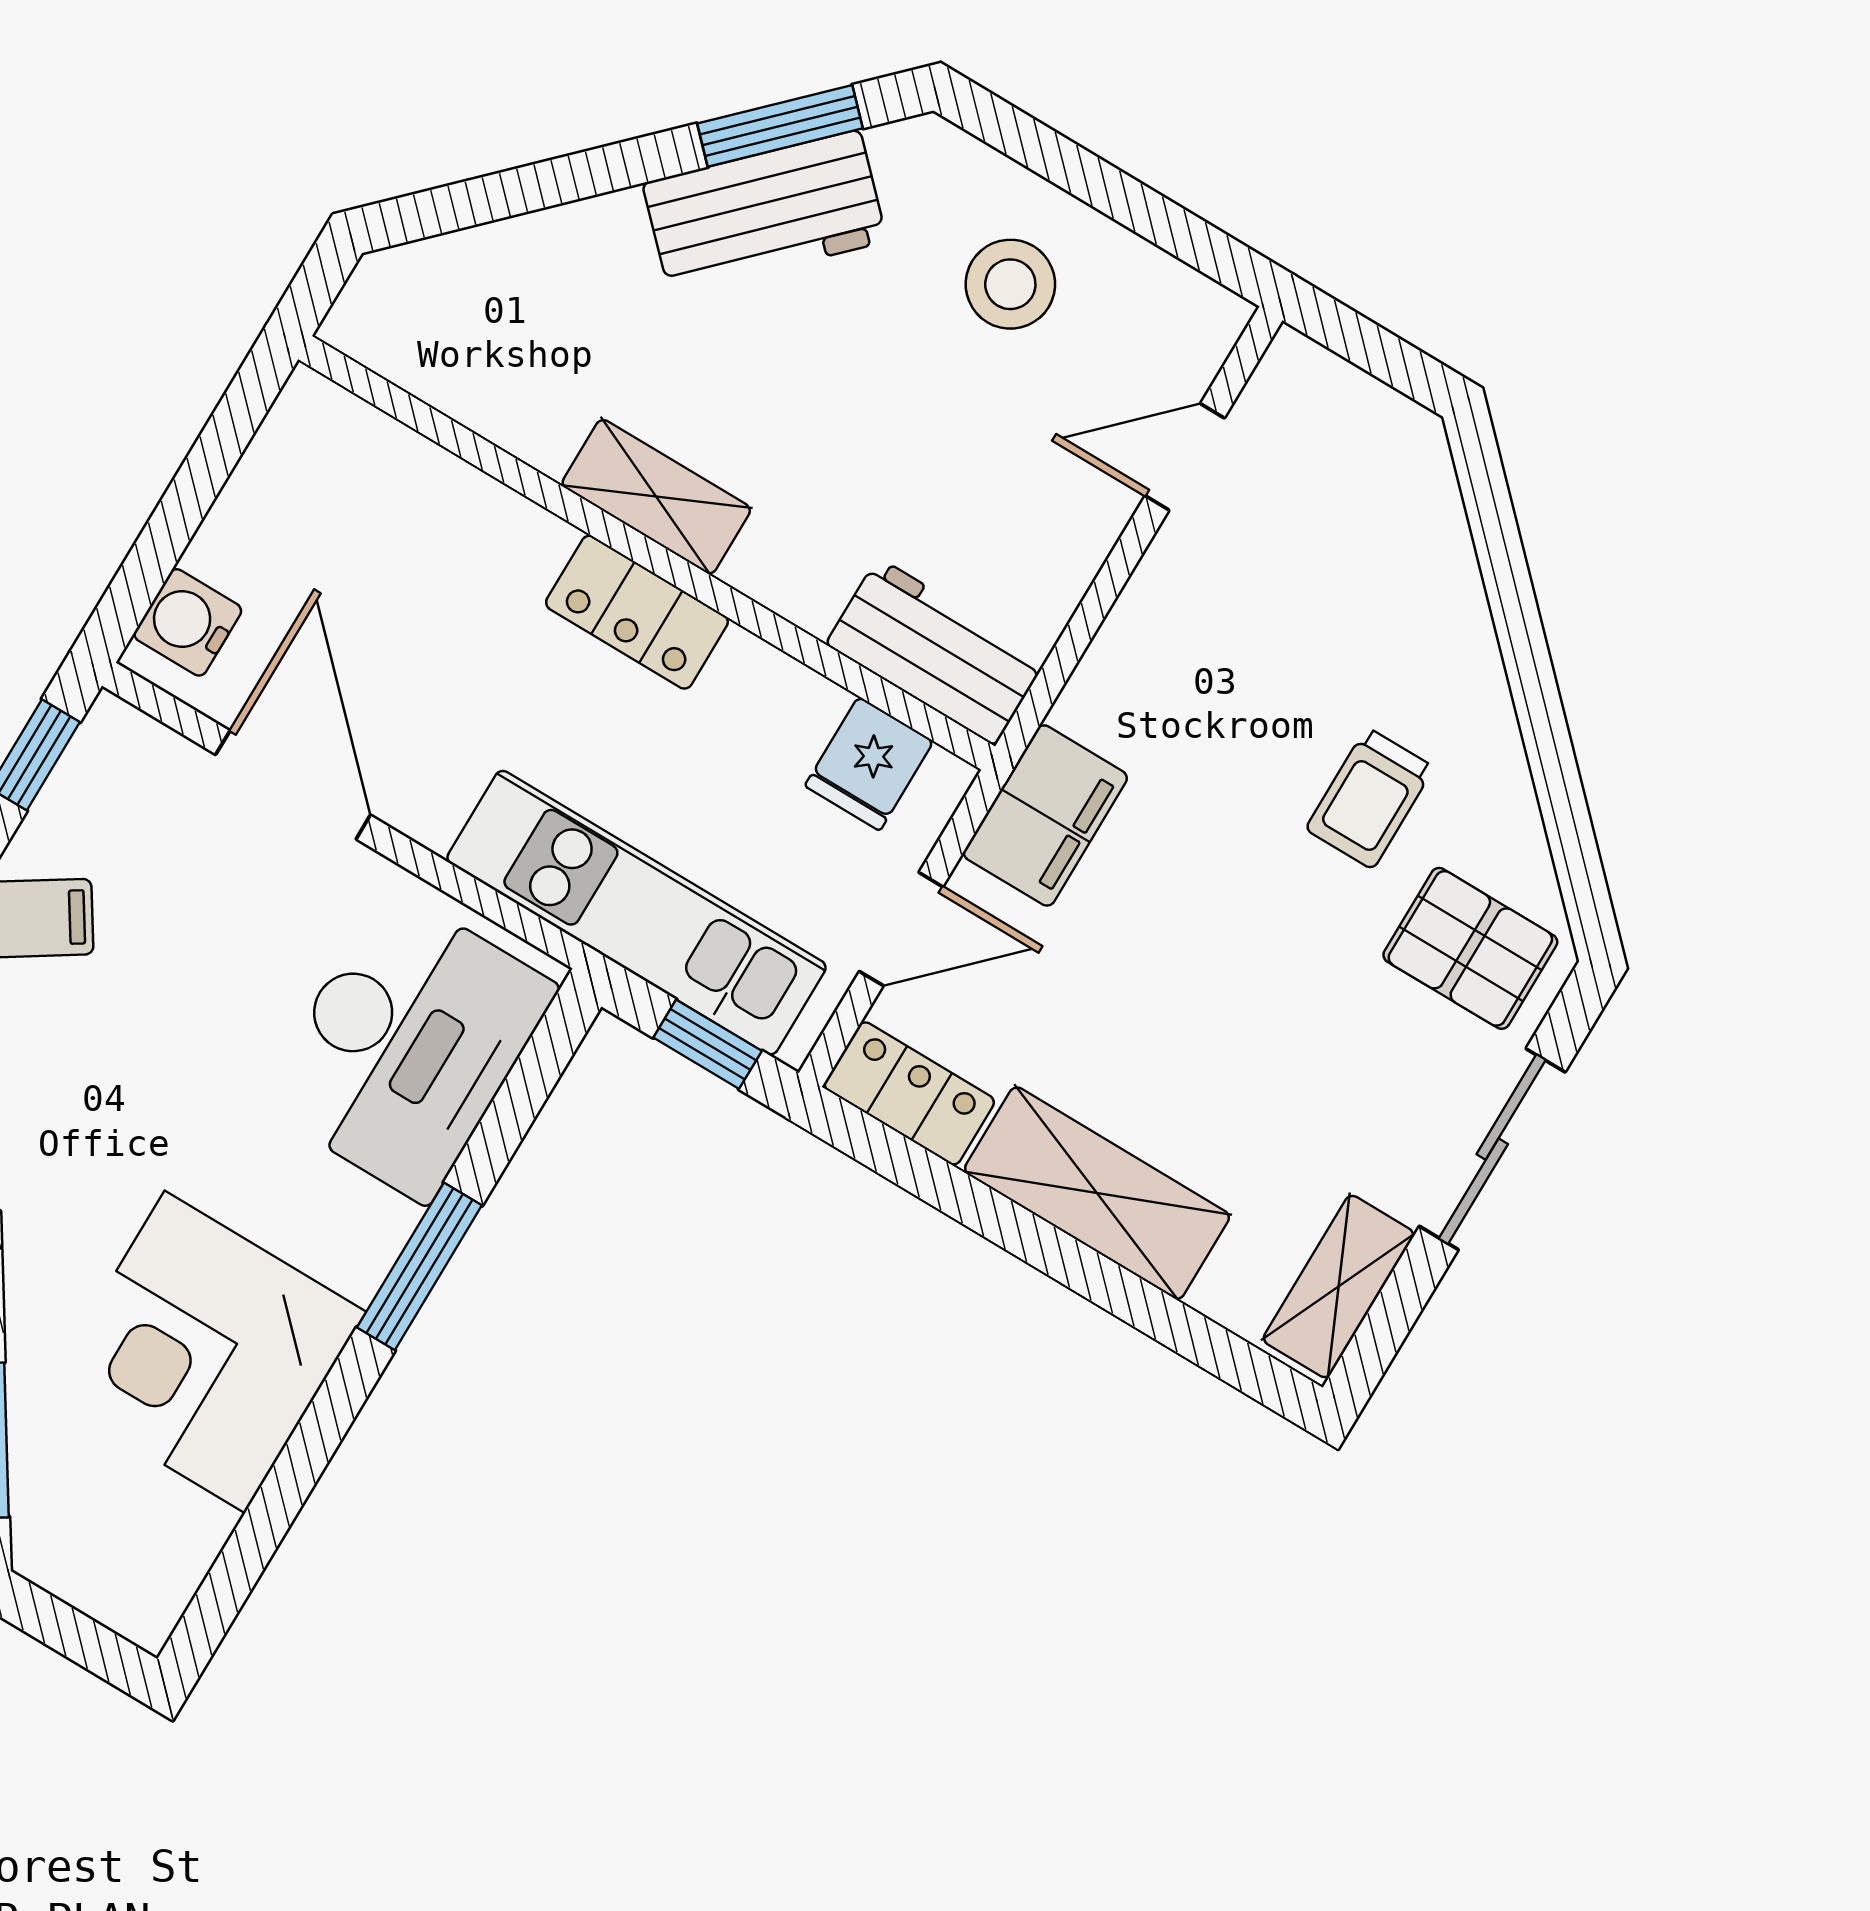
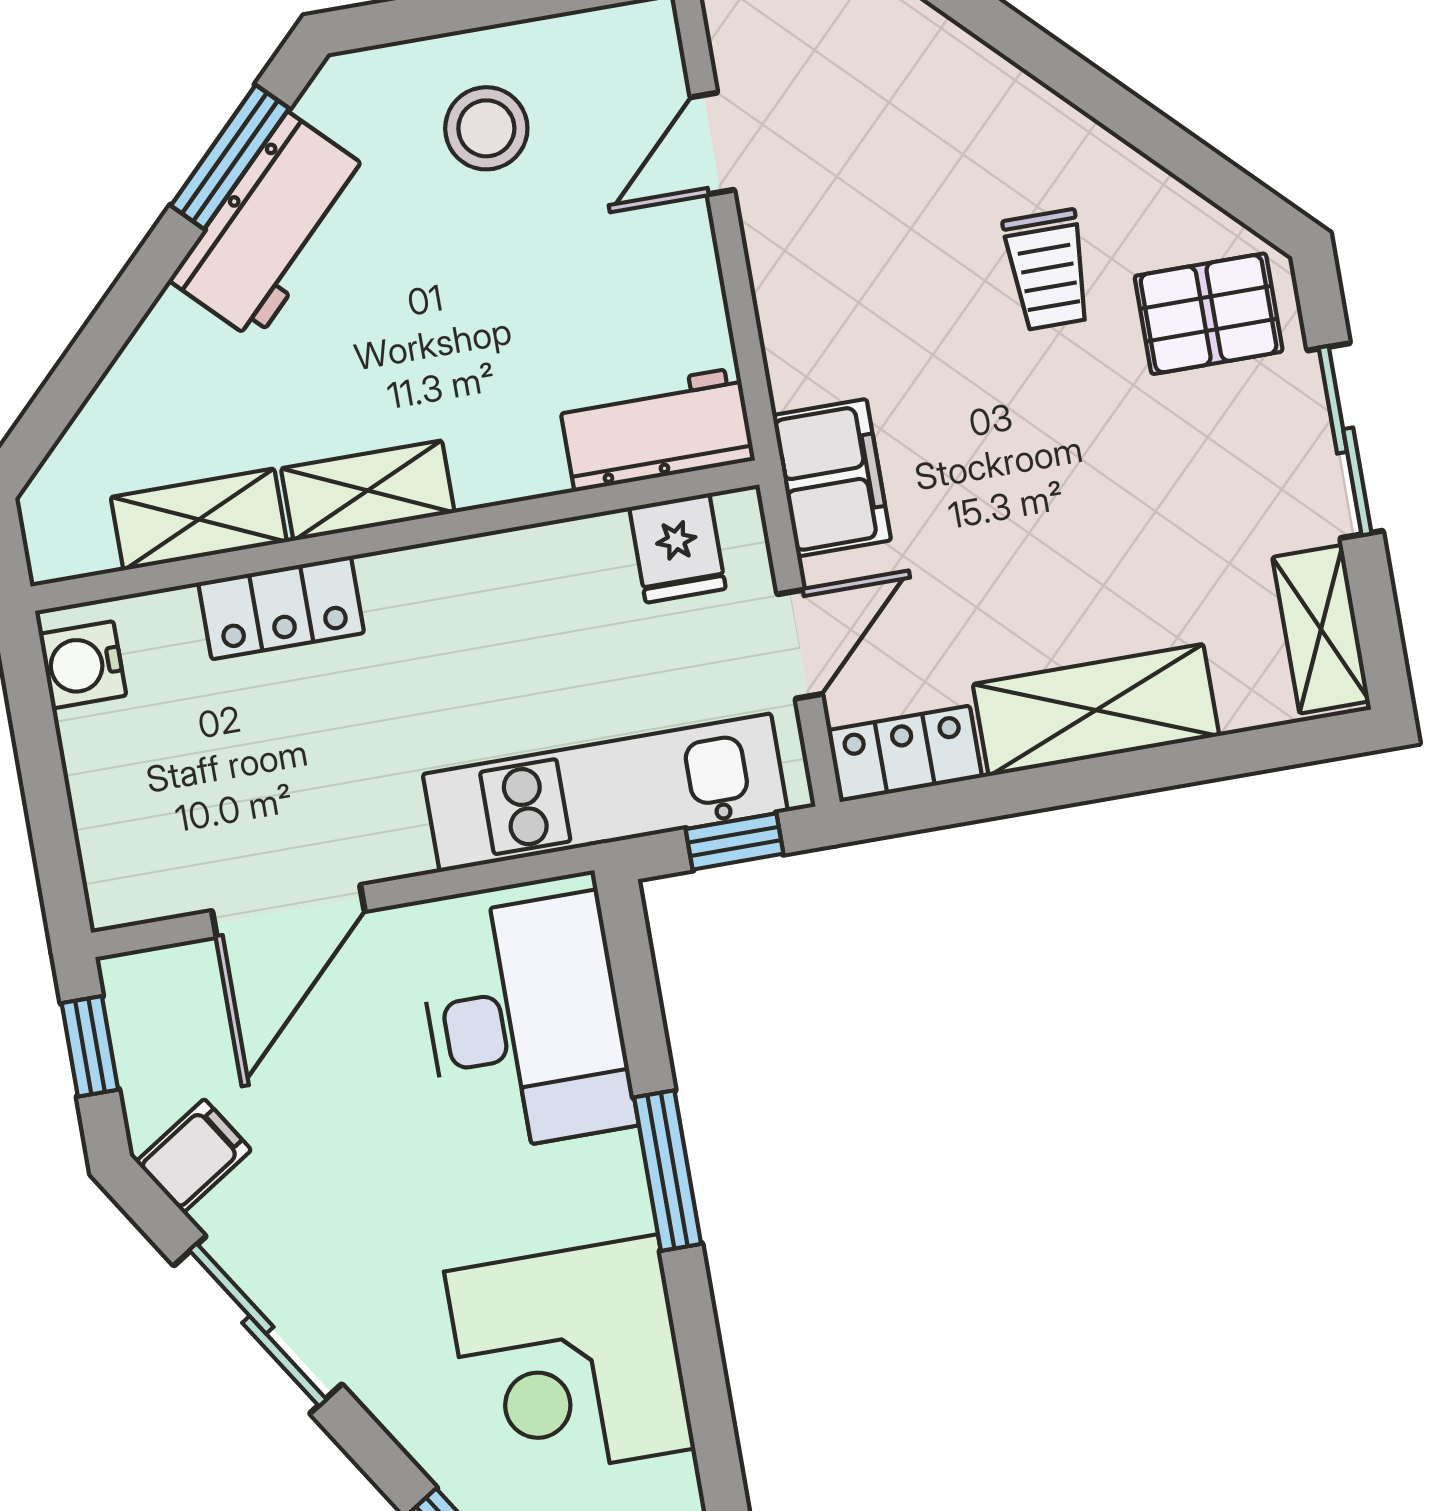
shelving: (497, 401) -> (199, 519), added
locker: (637, 612) -> (281, 608), moved
water cooler: (188, 622) -> (83, 665), moved
door: (293, 785) -> (288, 911), swing flipped

